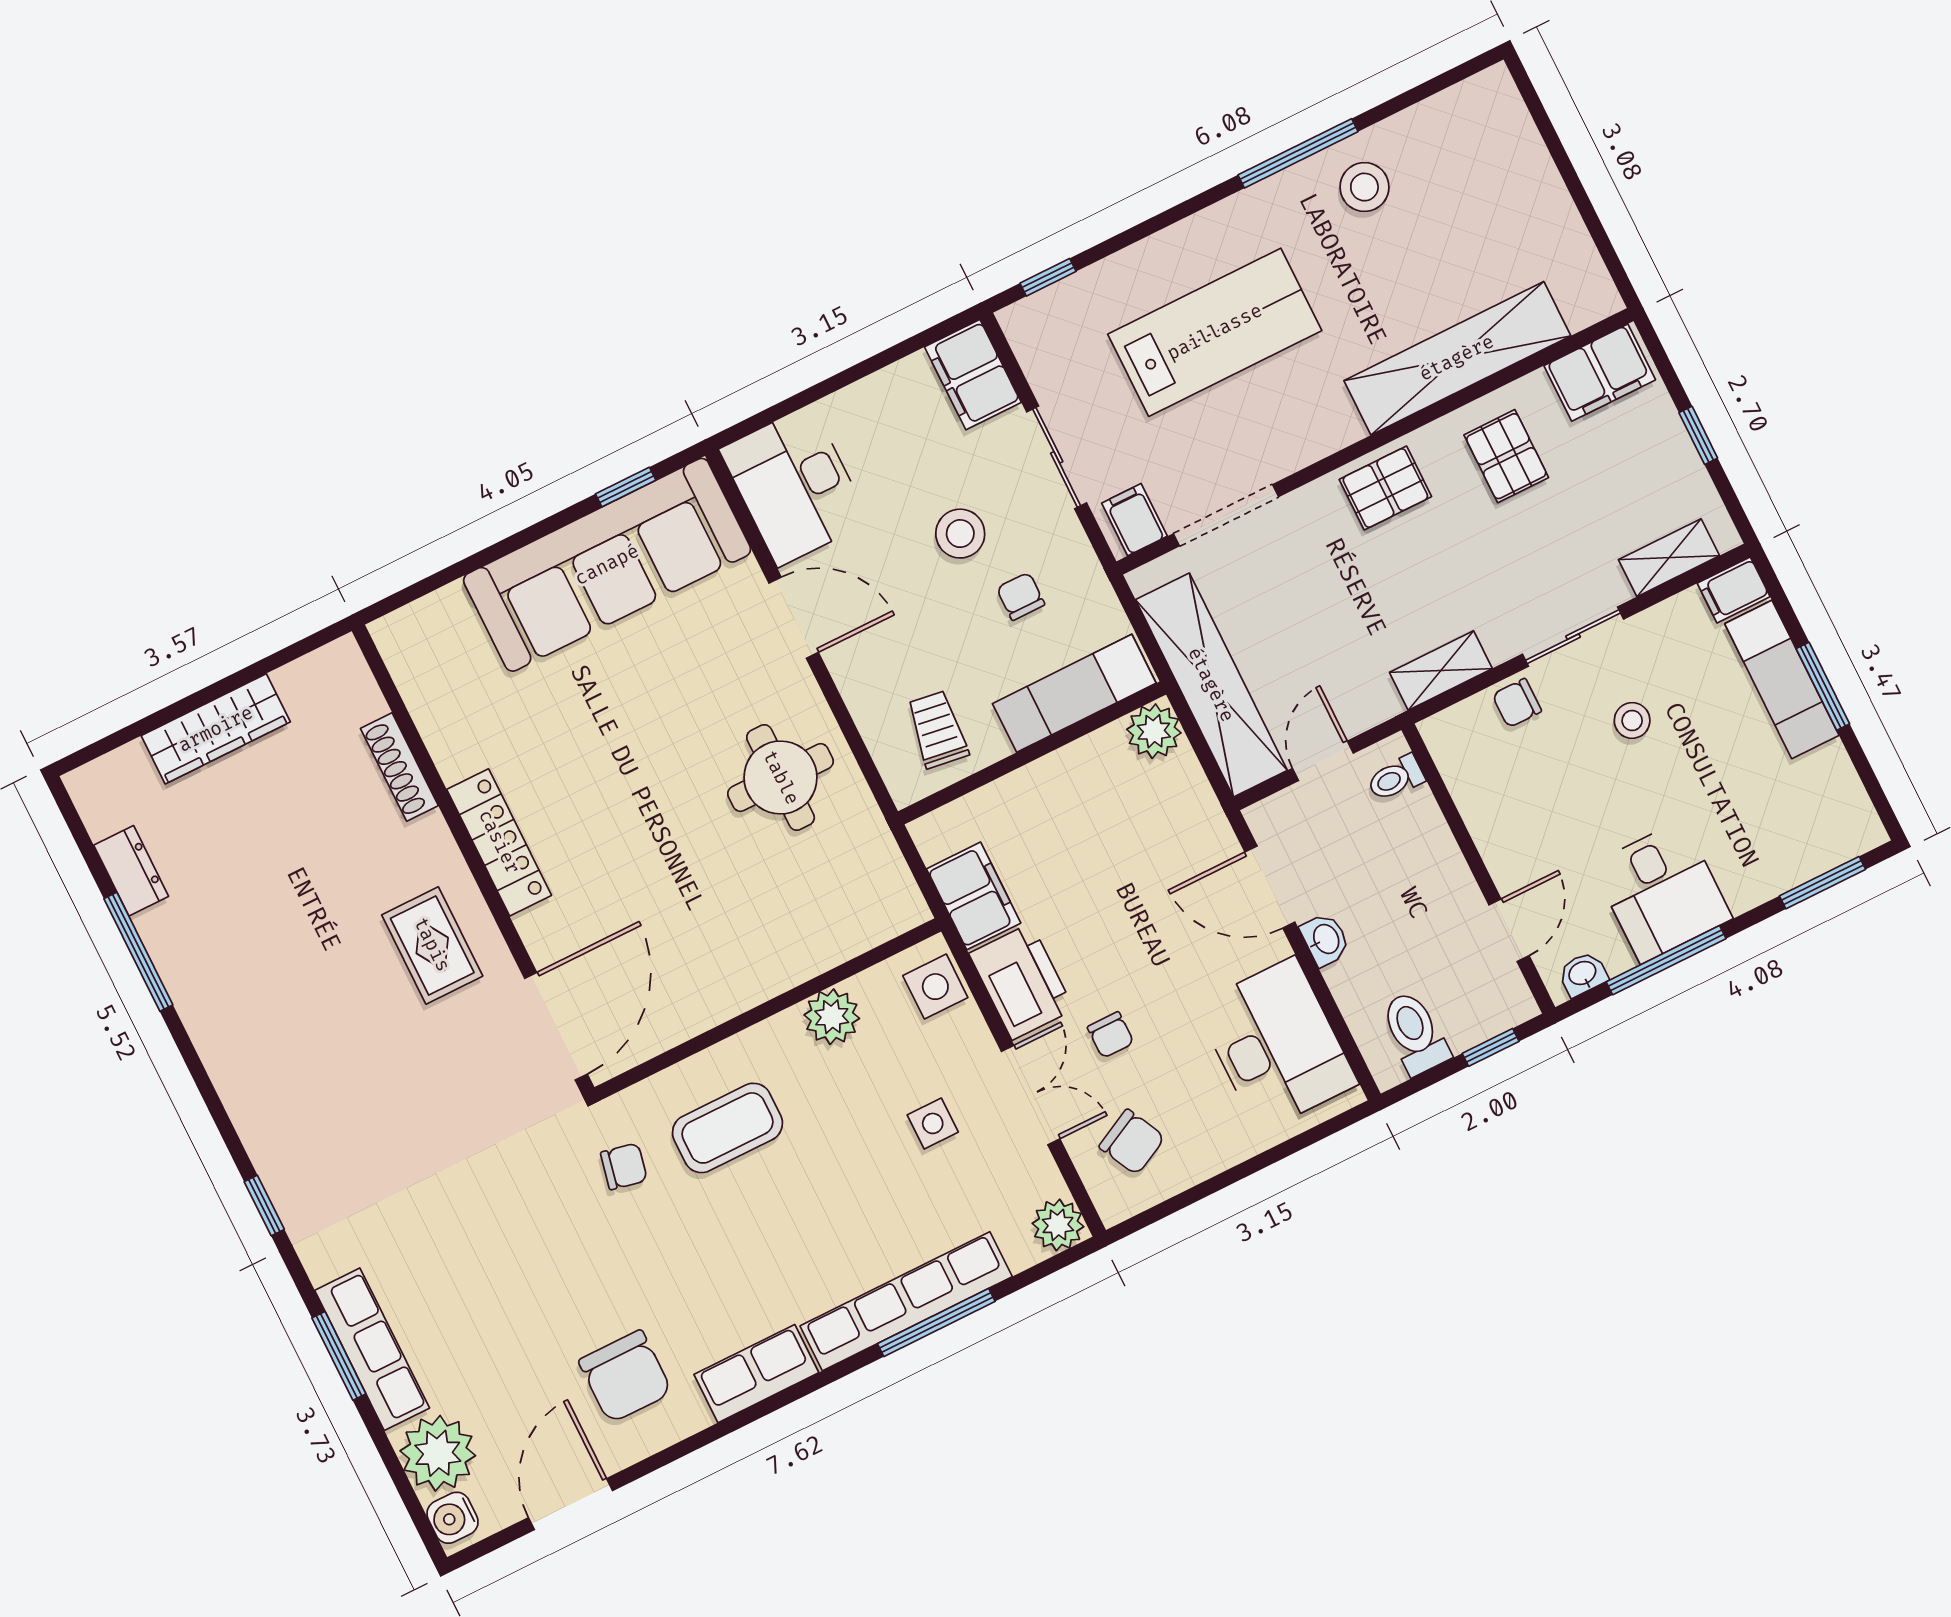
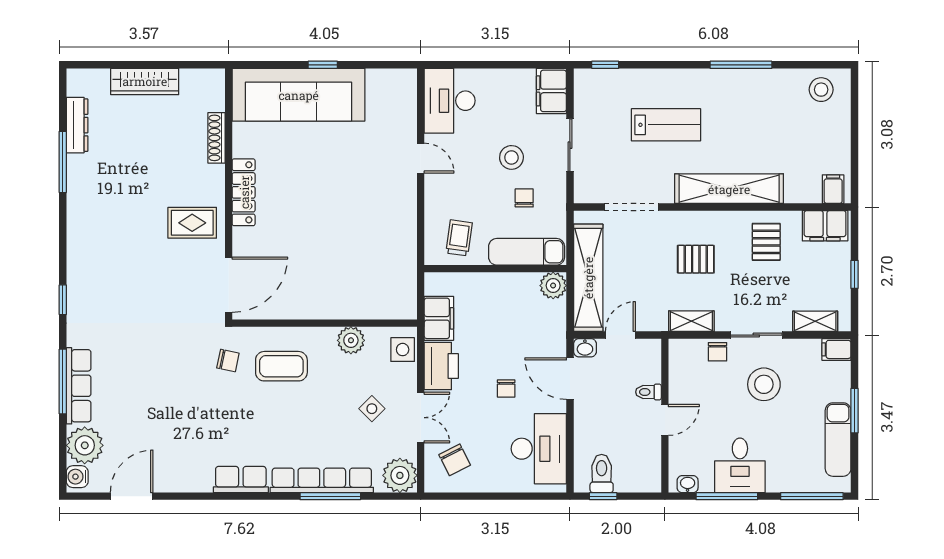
stool: (1364, 187) -> (821, 90), moved
lab bench: (1215, 332) -> (666, 125), width x0.73, depth x0.72
shelving: (1457, 358) -> (729, 189), moved
window: (626, 487) -> (323, 65), moved
pallet: (1385, 488) -> (696, 259), moved
filing cabinet: (1134, 520) -> (833, 189), moved
sofa: (607, 565) -> (299, 95), moved
door: (794, 618) -> (421, 158), width x0.73
exam couch: (1782, 680) -> (838, 440), moved
chair: (1517, 703) -> (717, 352), turned -90
stool: (1632, 720) -> (764, 384), width x1.89, depth x1.89
round table: (781, 778) -> (380, 225), removed
toilet: (1396, 778) -> (648, 392), moved
dresser: (131, 871) -> (77, 125), width x1.44
window: (1822, 883) -> (812, 496), width x1.44
door: (1509, 930) -> (665, 420), moved
washbasin: (1325, 939) -> (585, 348), moved, turned 90
rug: (432, 945) -> (192, 223), turned 90
chair: (1111, 1035) -> (506, 389), moved
window: (1491, 1047) -> (603, 496), moved
side table: (933, 1123) -> (372, 409), turned 45
plant: (1058, 1225) -> (400, 475), width x1.36, depth x1.36
window: (339, 1356) -> (63, 381), width x1.44
chair: (625, 1376) -> (183, 452), removed

